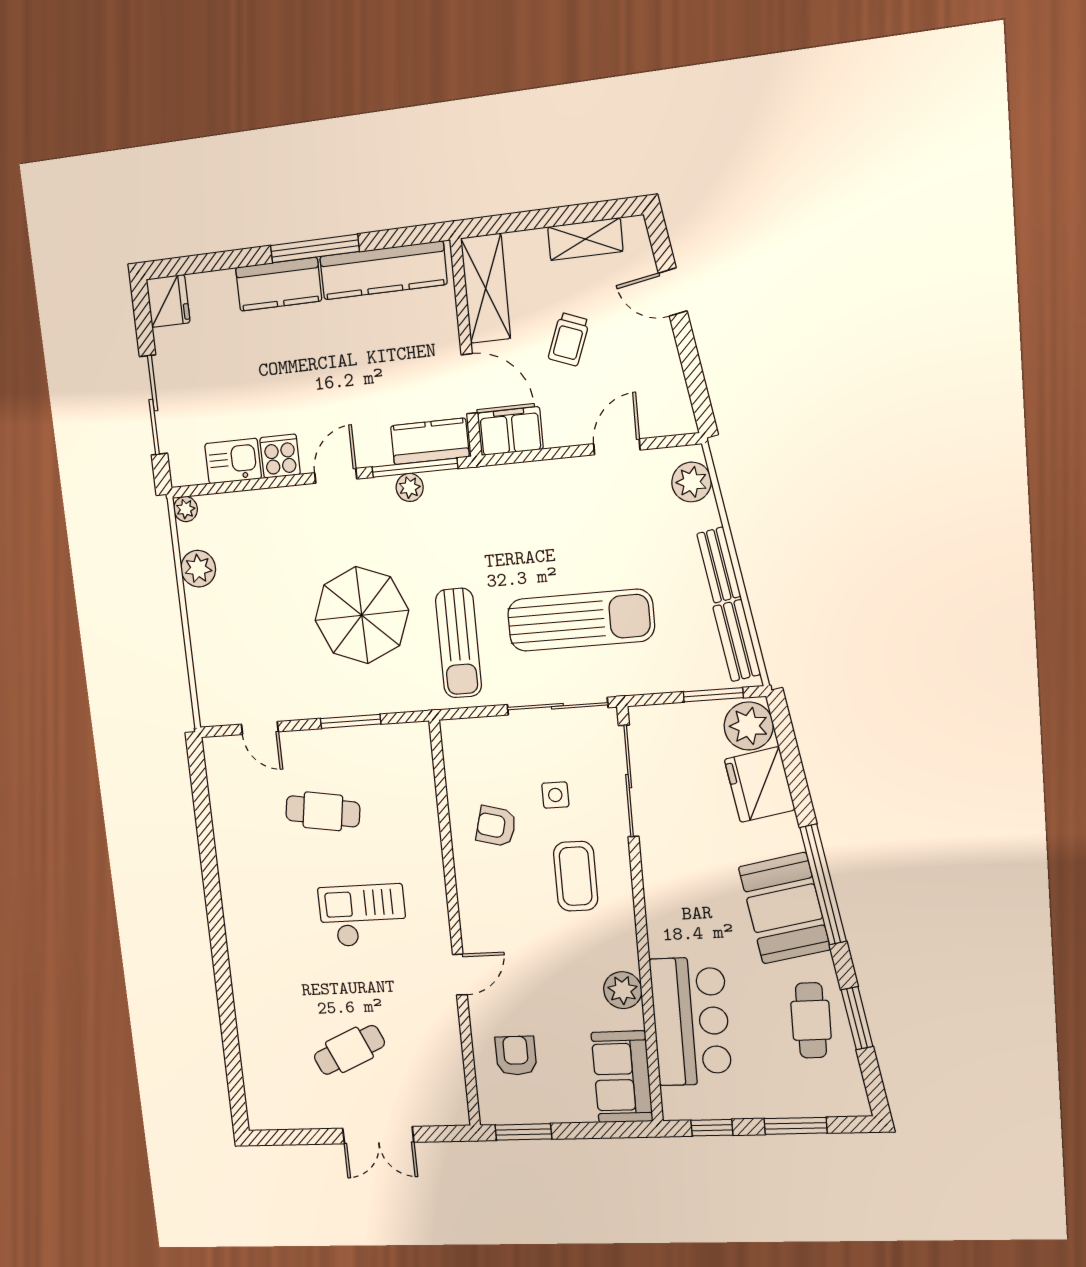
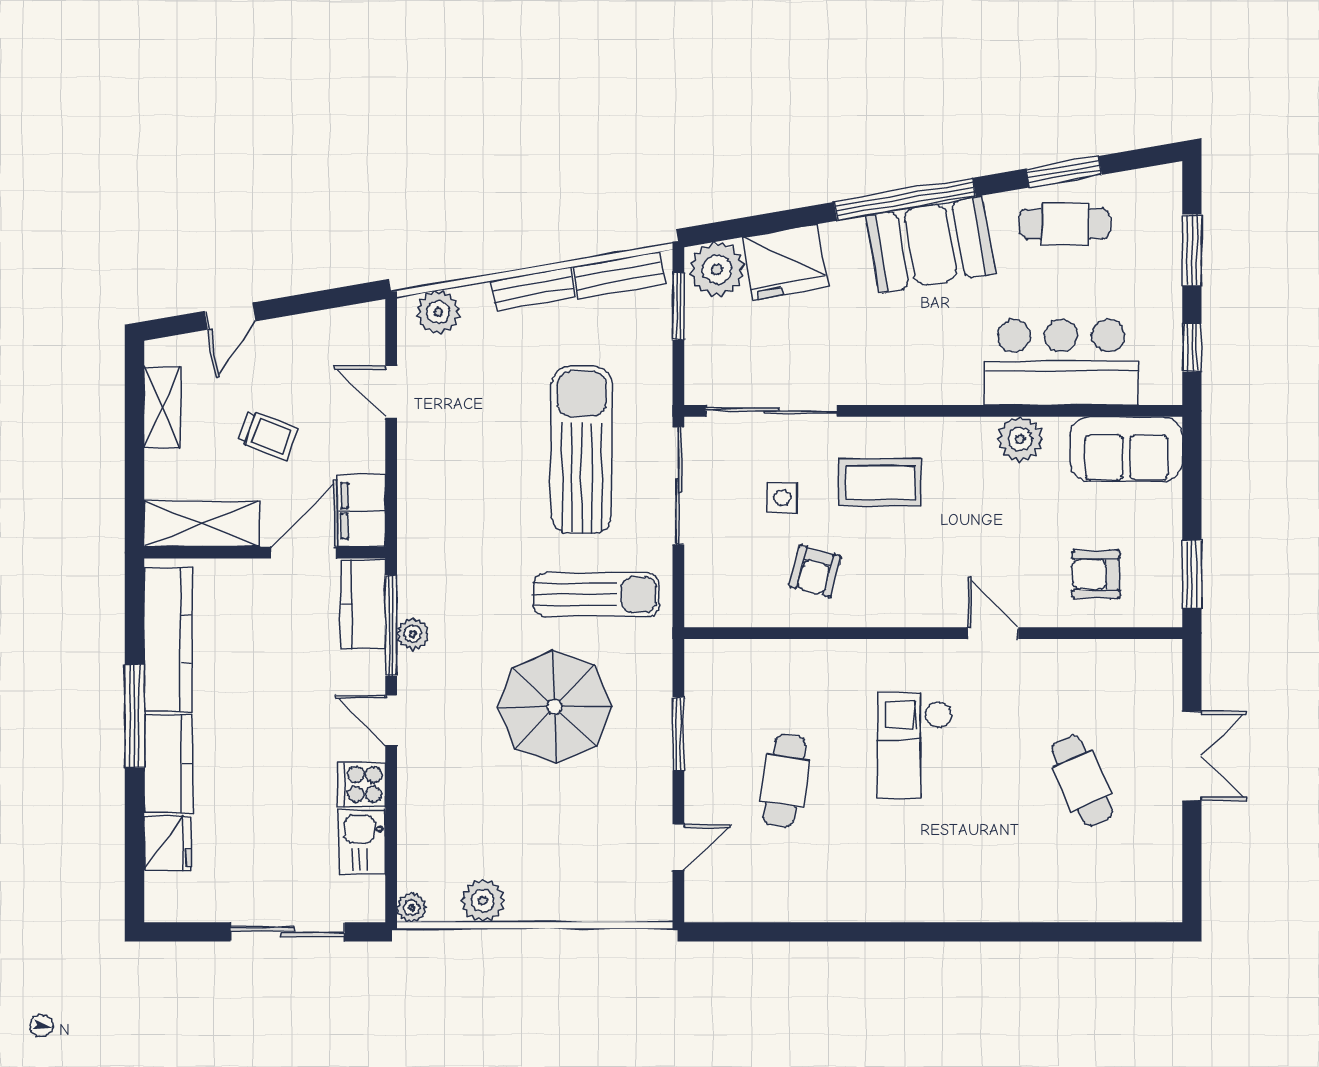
fridge: (168, 301) -> (168, 843), moved, turned 90

